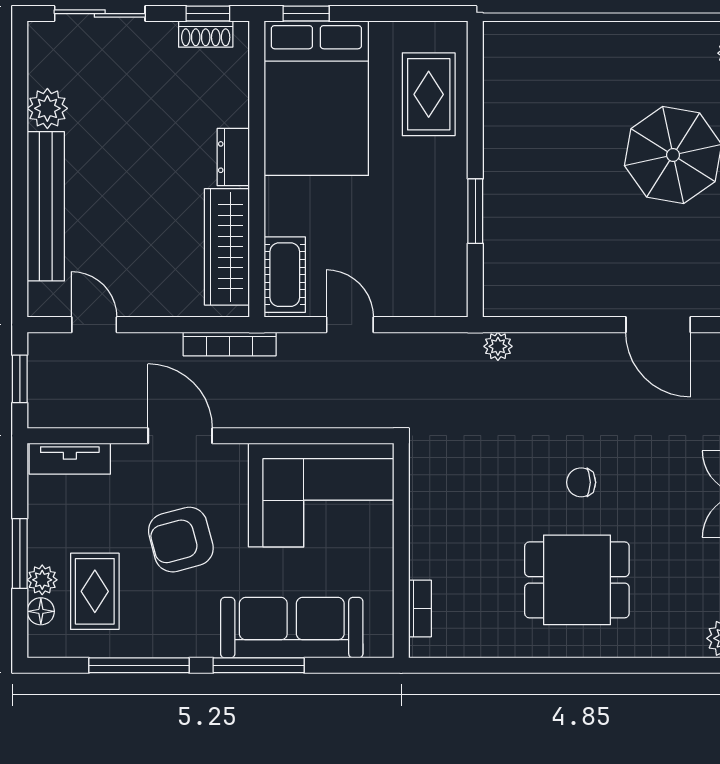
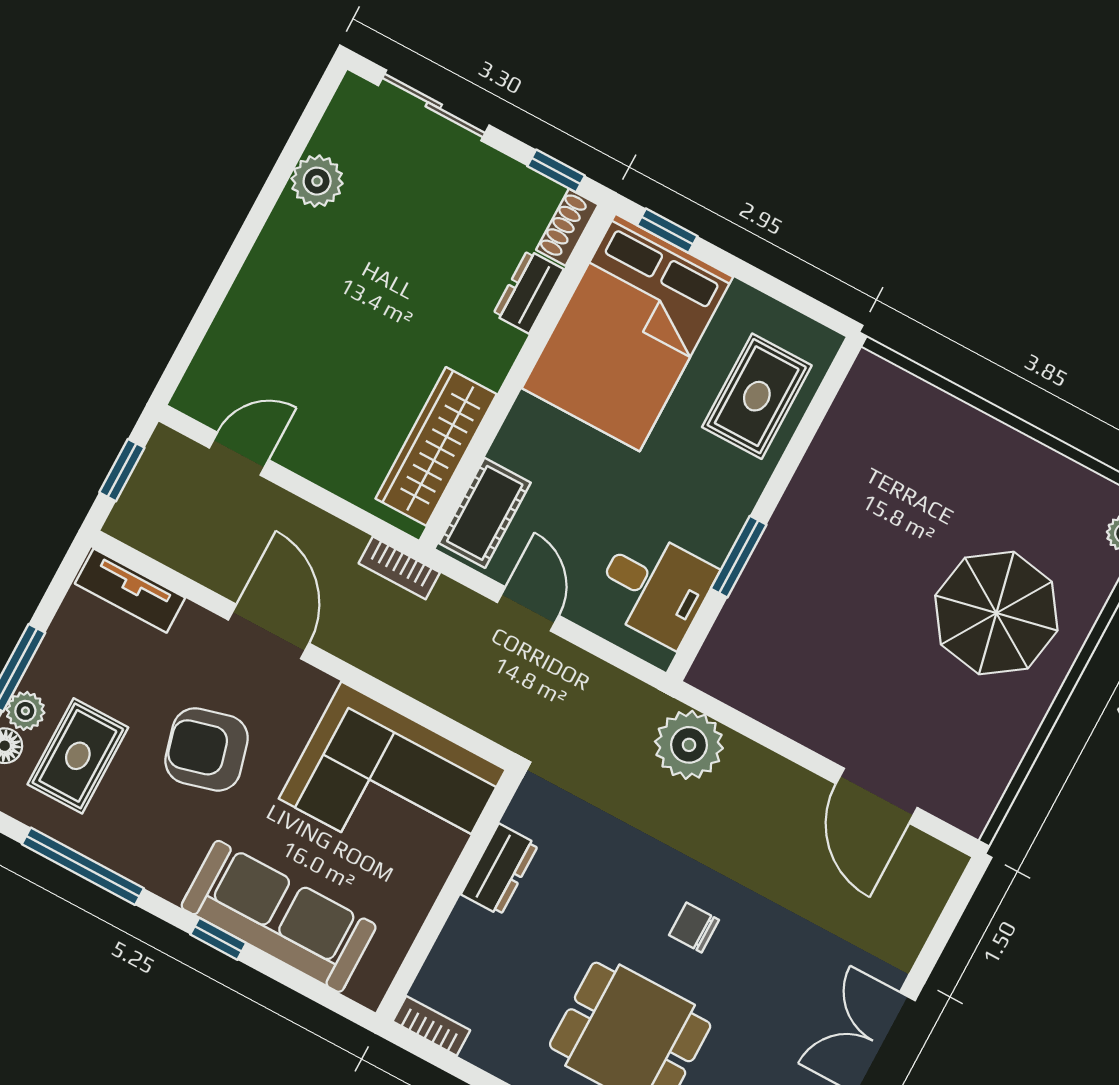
shoe rack: (206, 34) -> (567, 227), moved, turned 90
dresser: (233, 157) -> (528, 292), moved
bench: (46, 206) -> (256, 291), removed
desk: (429, 263) -> (655, 587), added
door: (94, 325) -> (239, 454), hinge flipped
bookcase: (230, 344) -> (399, 568), width x0.64
plant: (498, 346) -> (689, 745), width x1.87, depth x1.87
dresser: (426, 514) -> (500, 870), added
bookcase: (420, 608) -> (431, 1026), moved, turned -90
window: (259, 665) -> (218, 939), width x0.46

